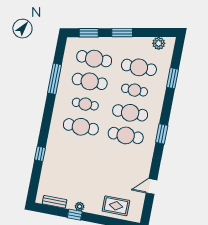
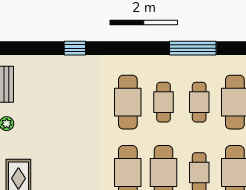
cafe table: (90, 81) -> (199, 102), width x0.73, depth x0.74

